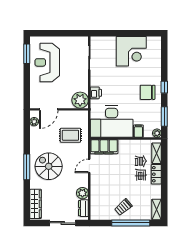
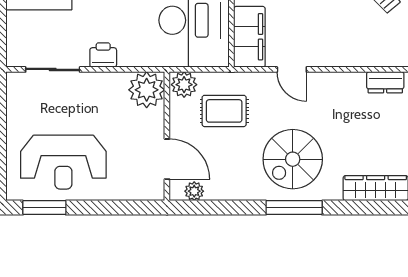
printer: (96, 93) -> (103, 55), moved
rug: (70, 135) -> (224, 111), turned 90
plant: (82, 193) -> (184, 85), moved

